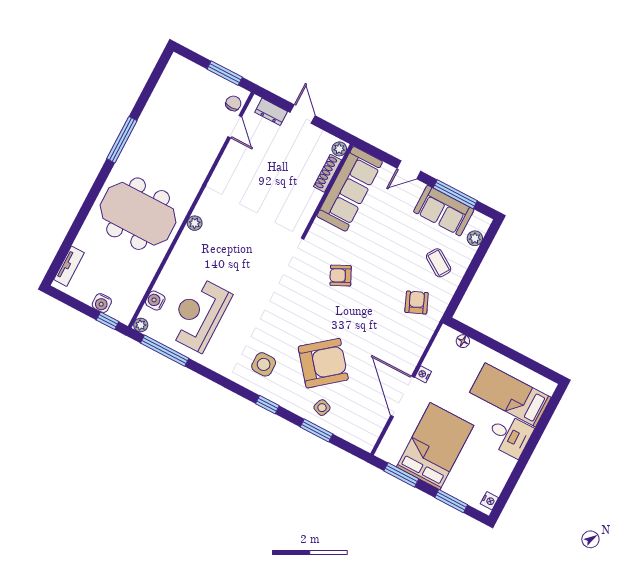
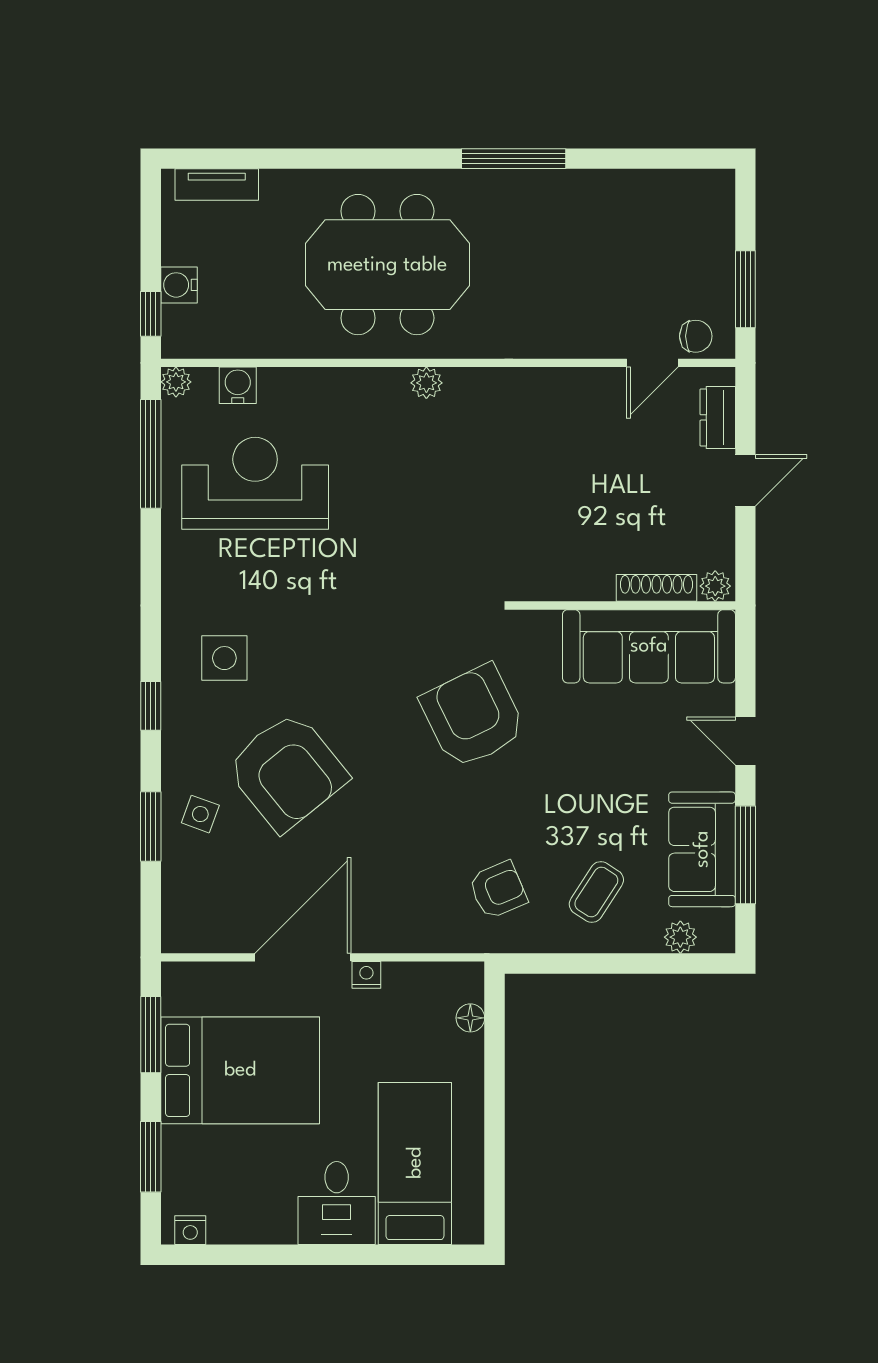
meeting table: (138, 214) -> (387, 265), turned 90
armchair: (341, 276) -> (473, 716), width x1.88, depth x1.88

